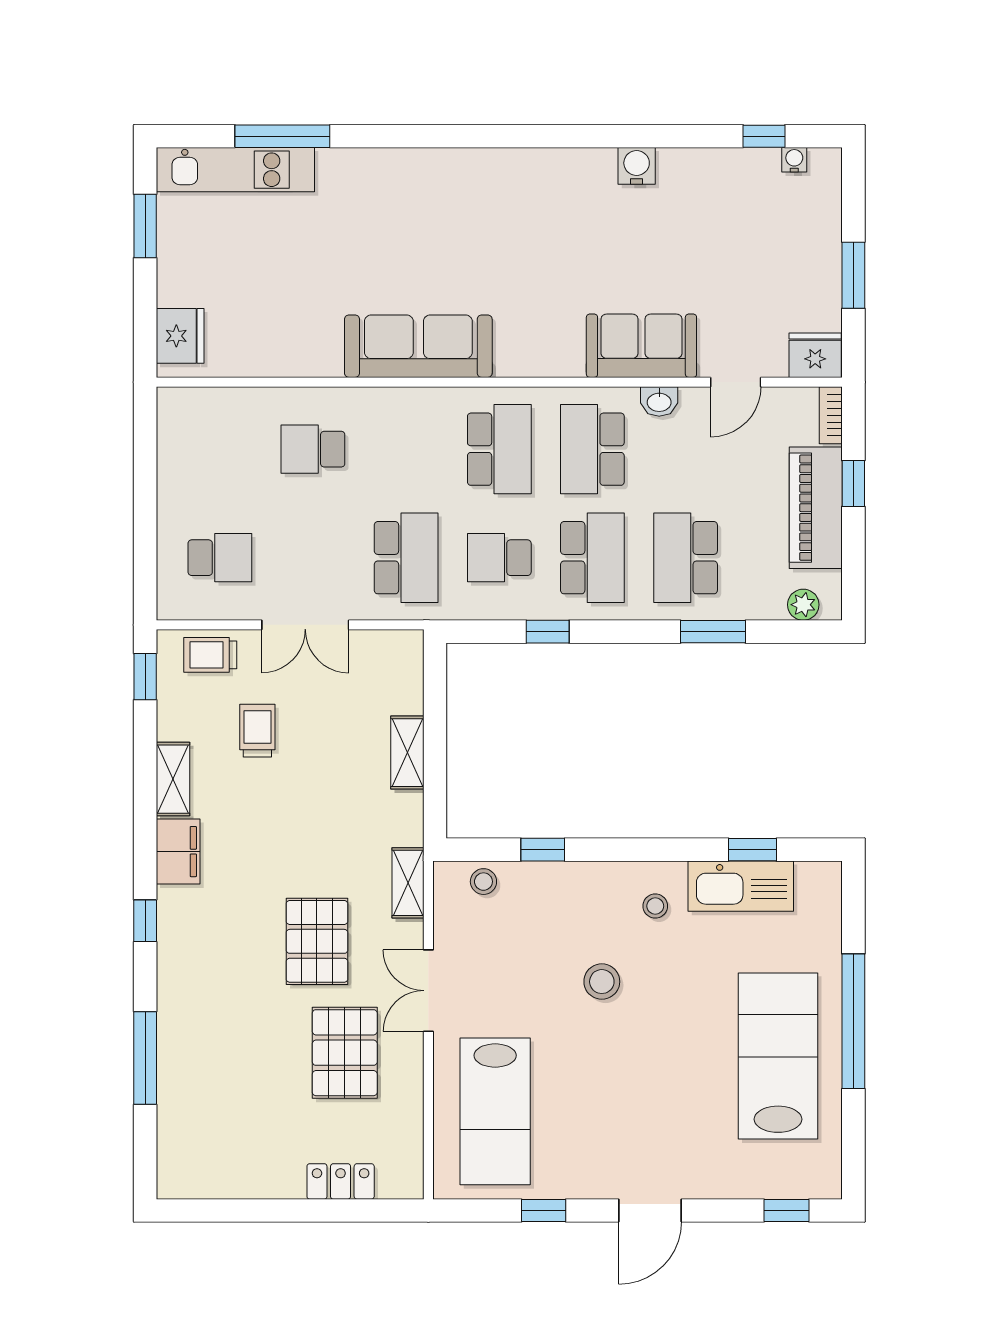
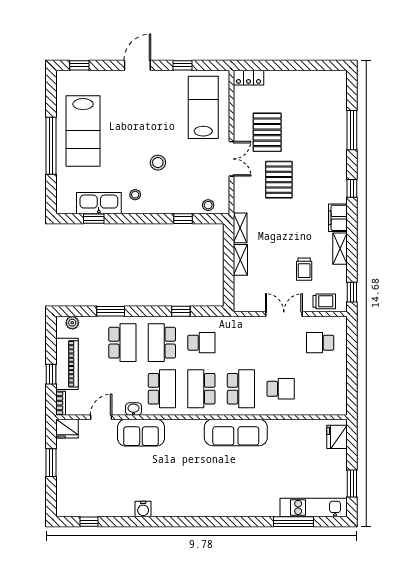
water cooler: (794, 160) -> (76, 512), removed
school desk: (406, 558) -> (241, 389), moved, turned 180
shelving: (408, 883) -> (240, 228), moved
locker: (341, 1181) -> (249, 78), moved

